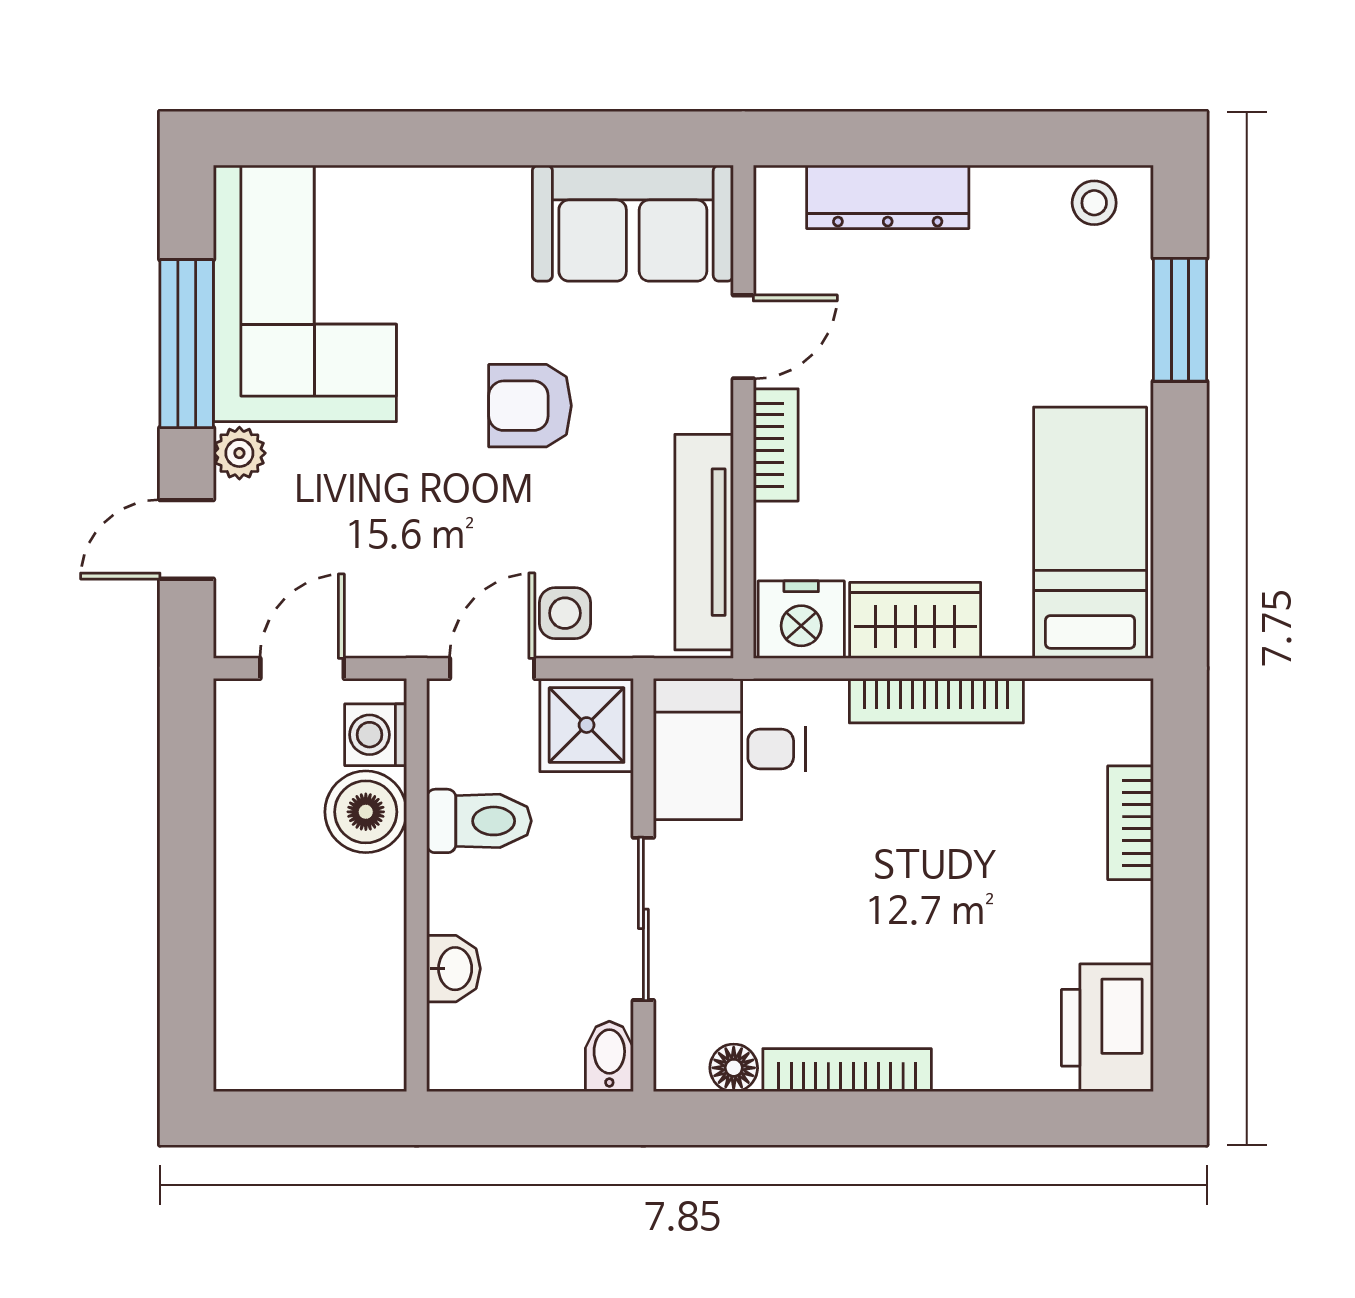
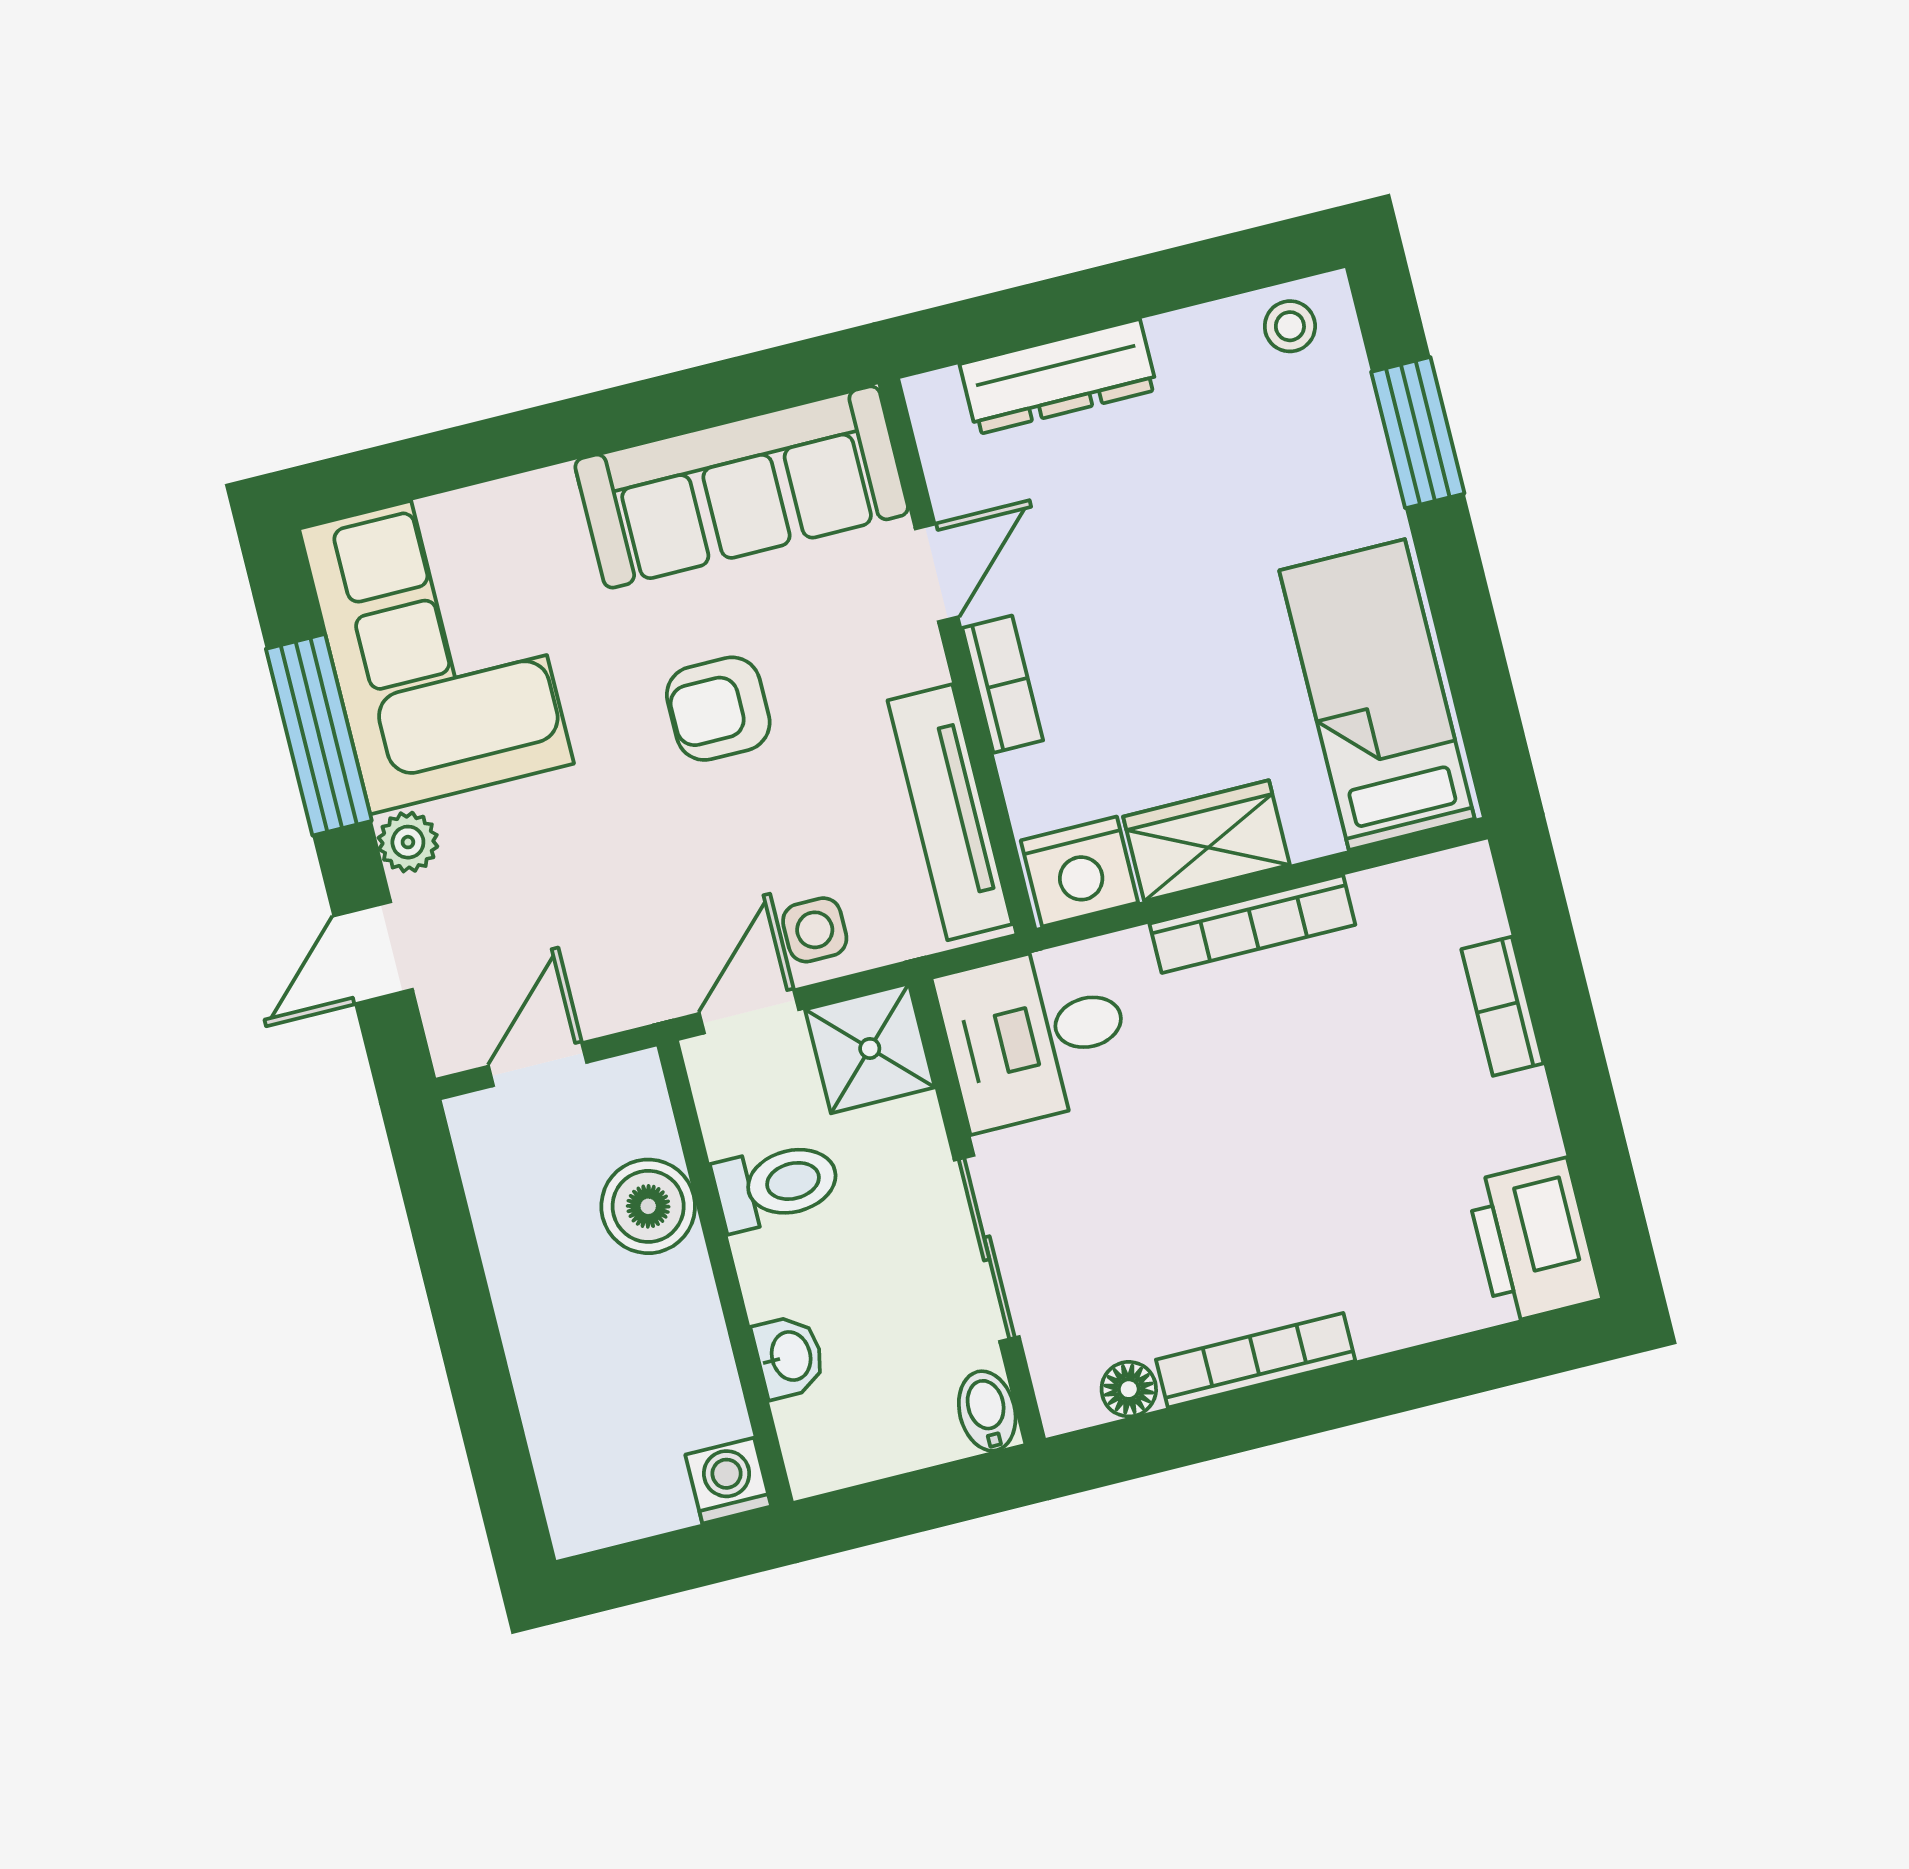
sofa: (633, 223) -> (742, 487), width x1.36
washing machine: (376, 735) -> (728, 1481), moved, turned 90

